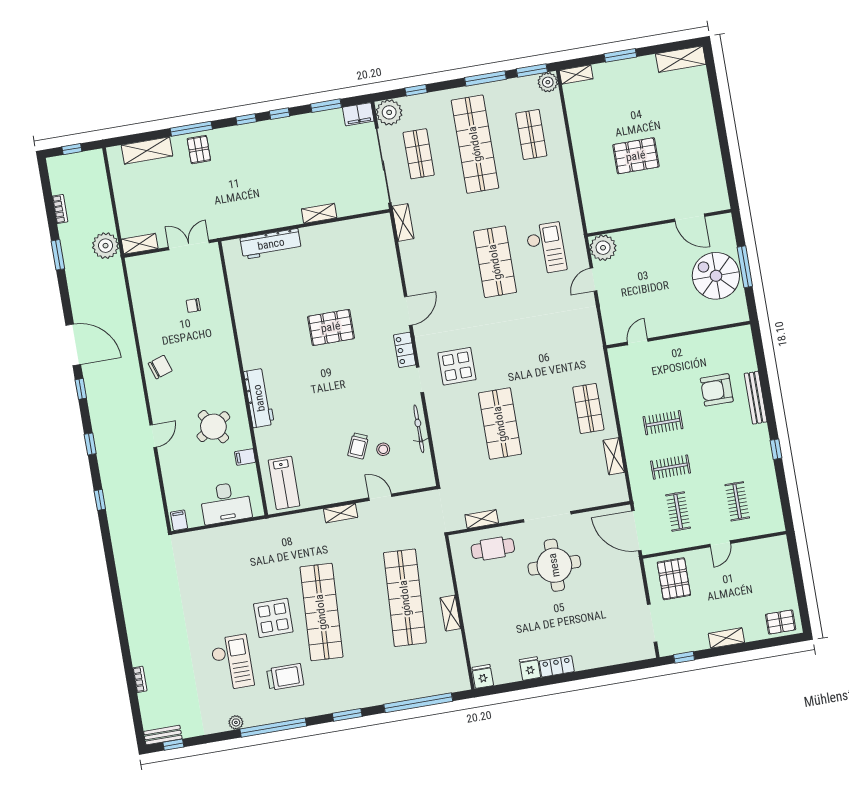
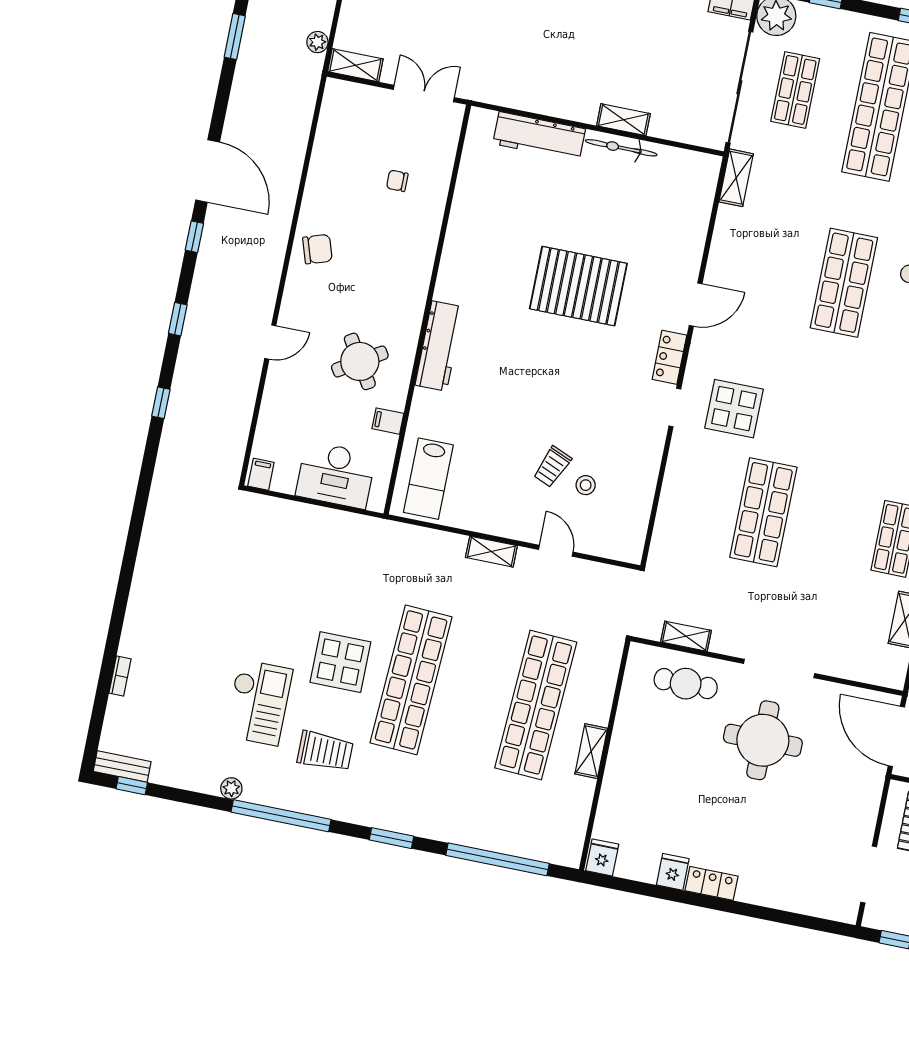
plant: (106, 246) -> (317, 42), width x0.53, depth x0.53
pallet: (331, 327) -> (578, 286), width x1.37, depth x1.41
bicycle: (419, 429) -> (621, 148), moved, turned -90

